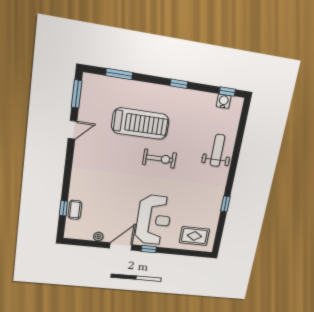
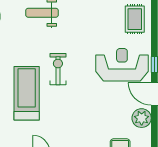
plant: (98, 237) -> (142, 118), width x1.88, depth x1.88

